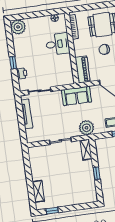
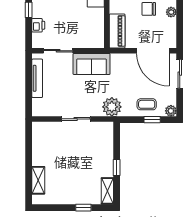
sofa: (76, 96) -> (92, 64), moved
shelving: (86, 150) -> (107, 191), moved
window: (52, 211) -> (83, 208), moved

